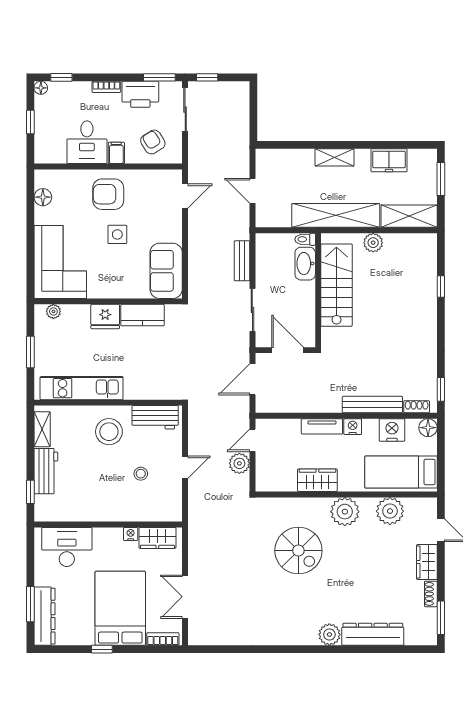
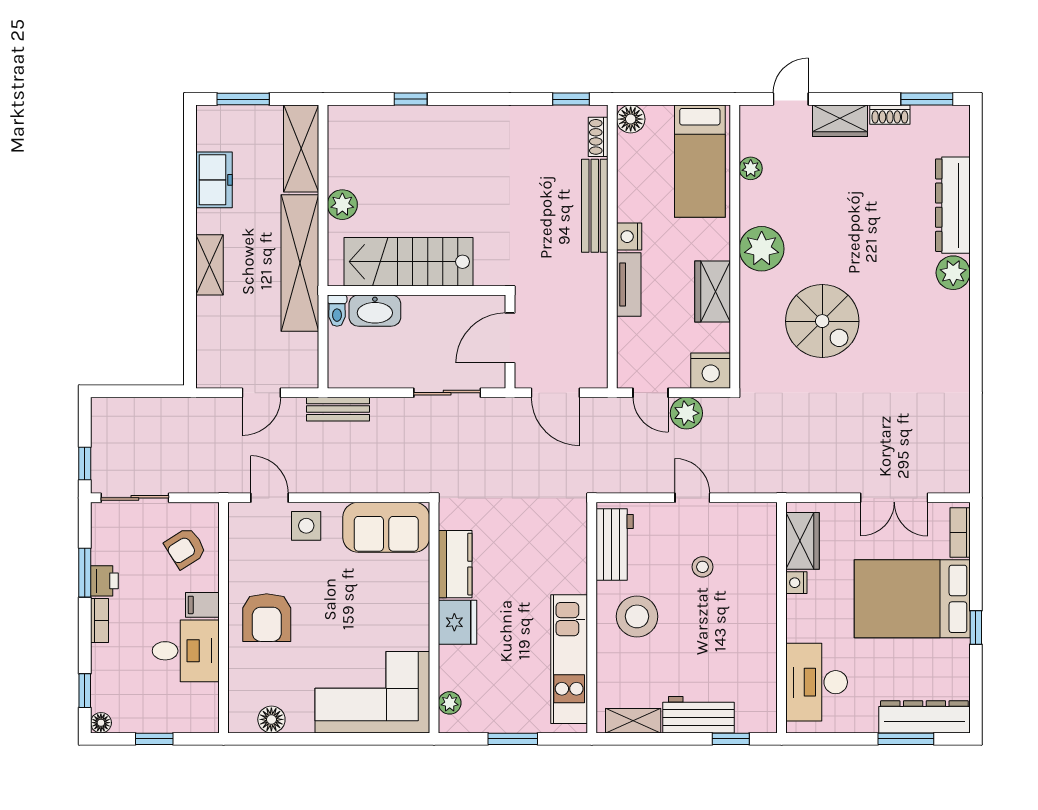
window: (159, 77) -> (85, 573), moved
printer: (140, 94) -> (104, 581), width x0.53, depth x0.68
side table: (117, 234) -> (306, 526), moved
bench: (242, 261) -> (338, 409), moved
nightstand: (392, 430) -> (711, 371), moved, turned -90
plant: (390, 511) -> (751, 168), width x0.53, depth x0.53
spiral stairs: (298, 551) -> (822, 321), turned 90

